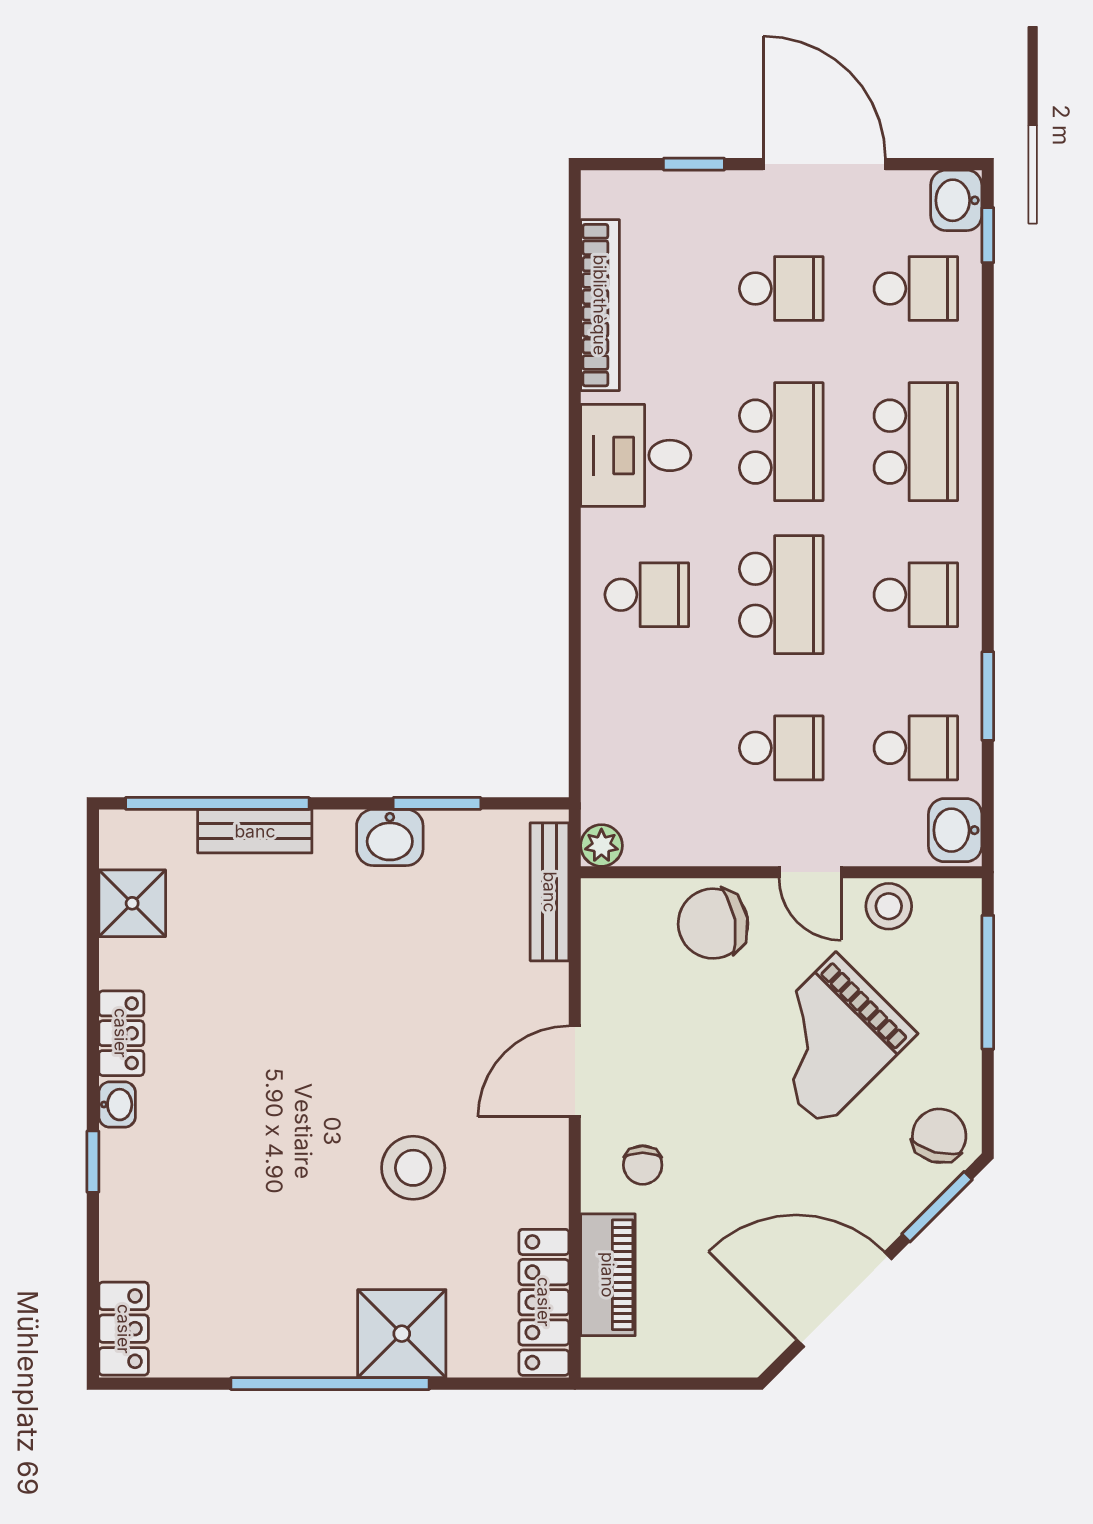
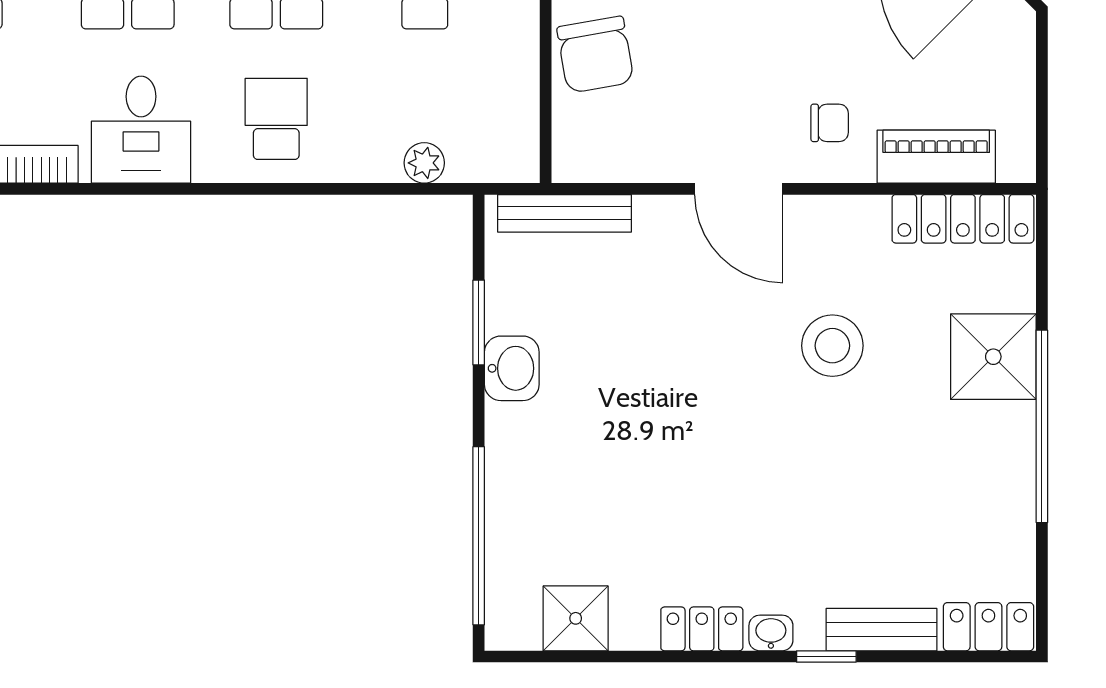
bench: (255, 831) -> (882, 630), moved, turned 90
plant: (601, 846) -> (424, 163), moved

